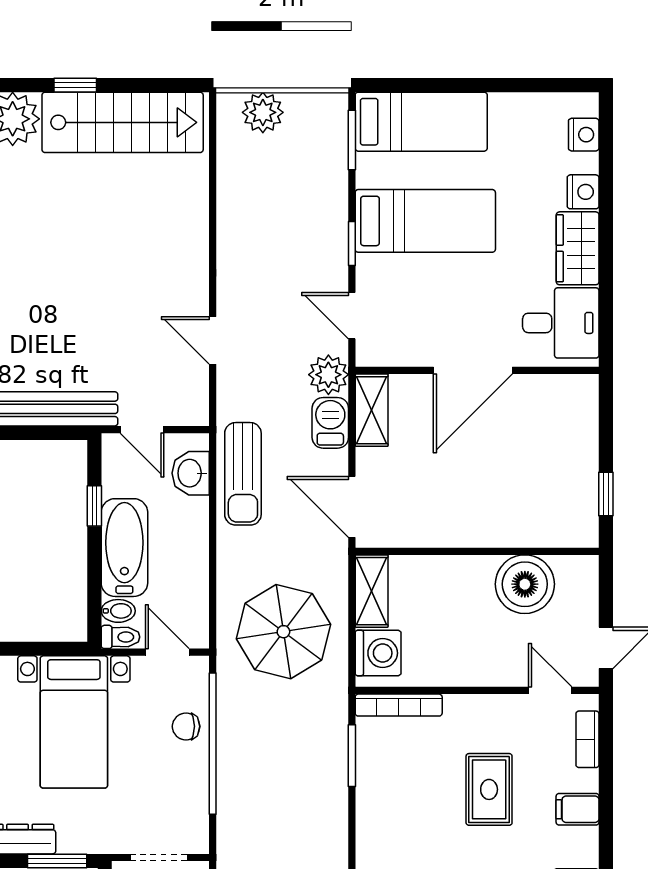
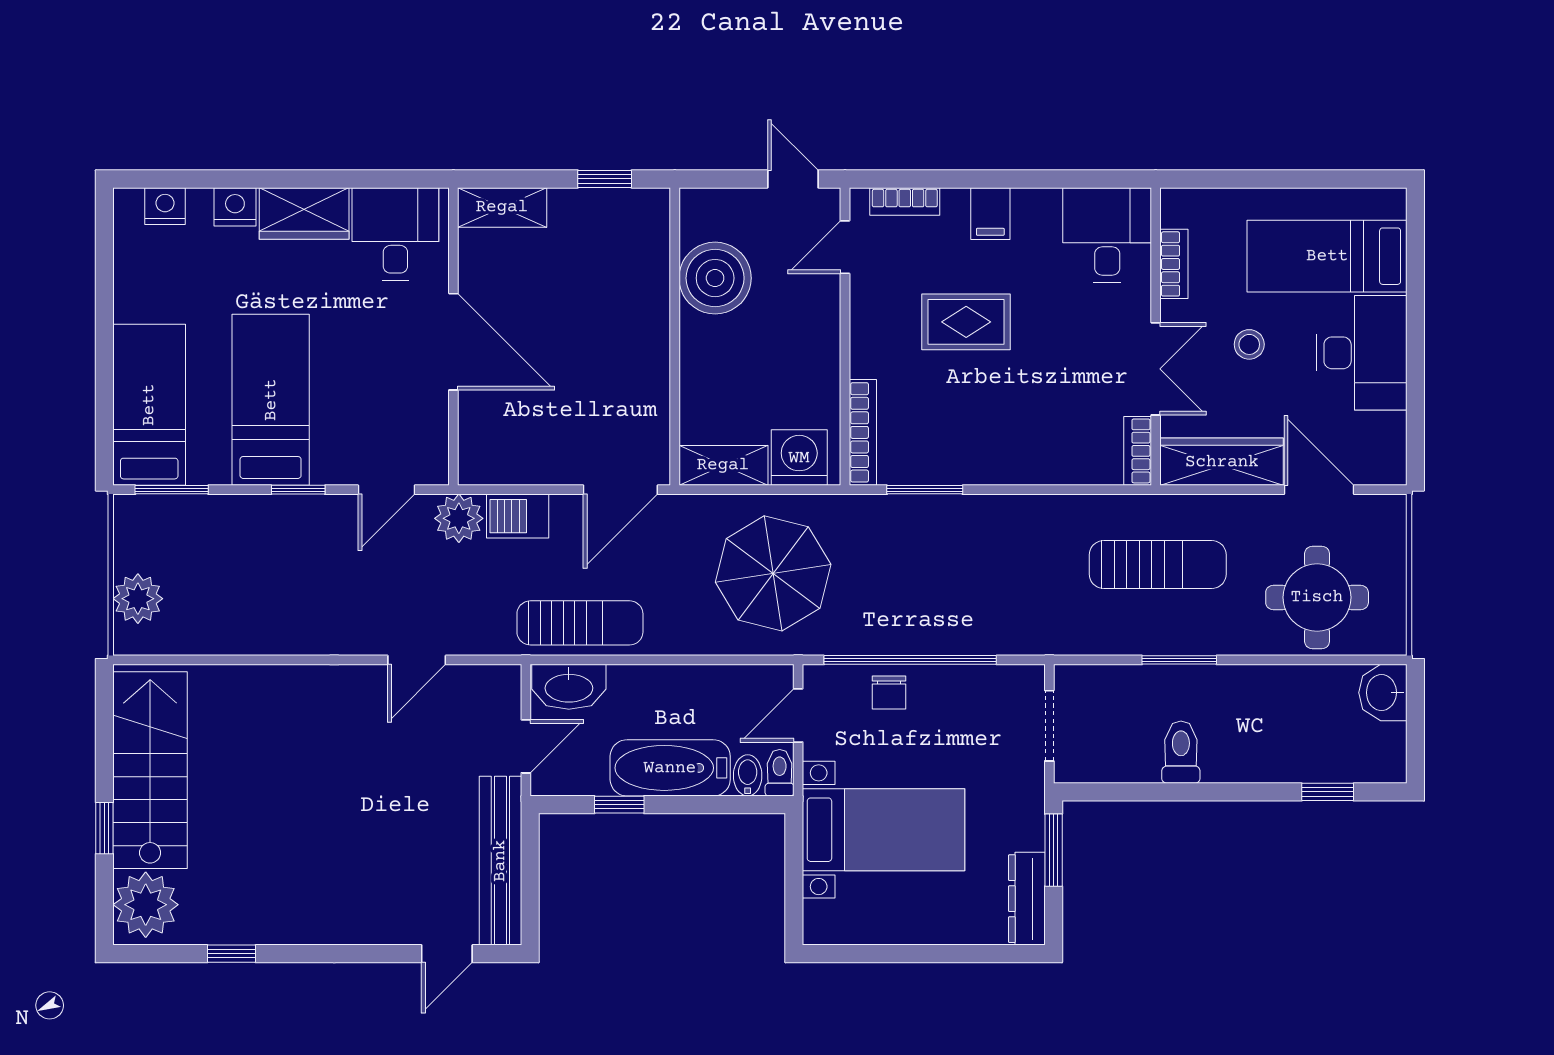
shelving: (372, 410) -> (502, 207), moved
washbasin: (191, 473) -> (569, 687), width x1.38

